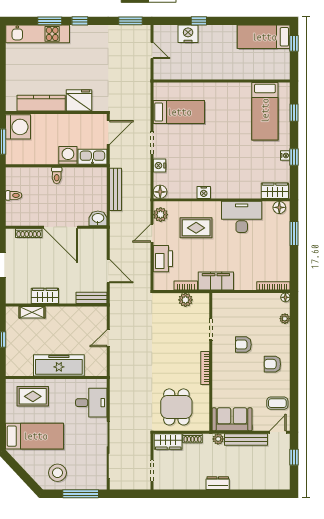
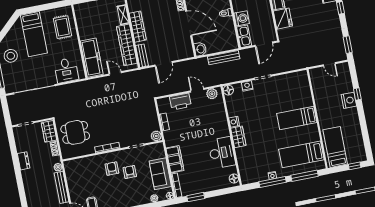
nightstand: (188, 34) -> (349, 100), moved
bed: (264, 37) -> (335, 147), moved
door: (152, 50) -> (329, 64), hinge flipped
bed: (179, 112) -> (297, 118), moved, turned 90
window: (294, 113) -> (305, 176), width x2.17
door: (108, 132) -> (264, 44), hinge flipped
window: (294, 157) -> (273, 182), width x2.17
wardrobe: (275, 191) -> (238, 137), moved
door: (61, 227) -> (189, 23), swing flipped
rug: (196, 228) -> (207, 121), removed
window: (294, 234) -> (196, 197), moved
filing cabinet: (216, 281) -> (175, 159), moved
wardrobe: (45, 296) -> (138, 27), width x1.50
plant: (185, 300) -> (156, 136), moved
wardrobe: (73, 315) -> (127, 45), added
armchair: (272, 364) -> (112, 169), moved
freezer: (59, 365) -> (92, 58), moved
sofa: (232, 419) -> (160, 174), moved, turned 180
dresser: (218, 483) -> (24, 161), moved

